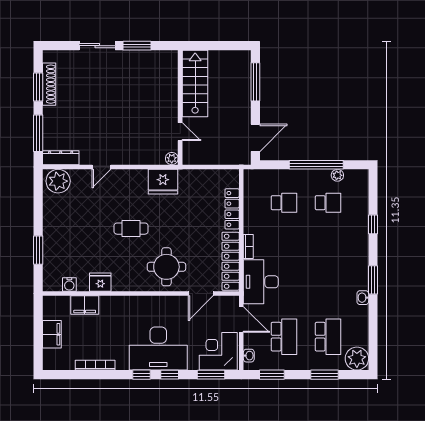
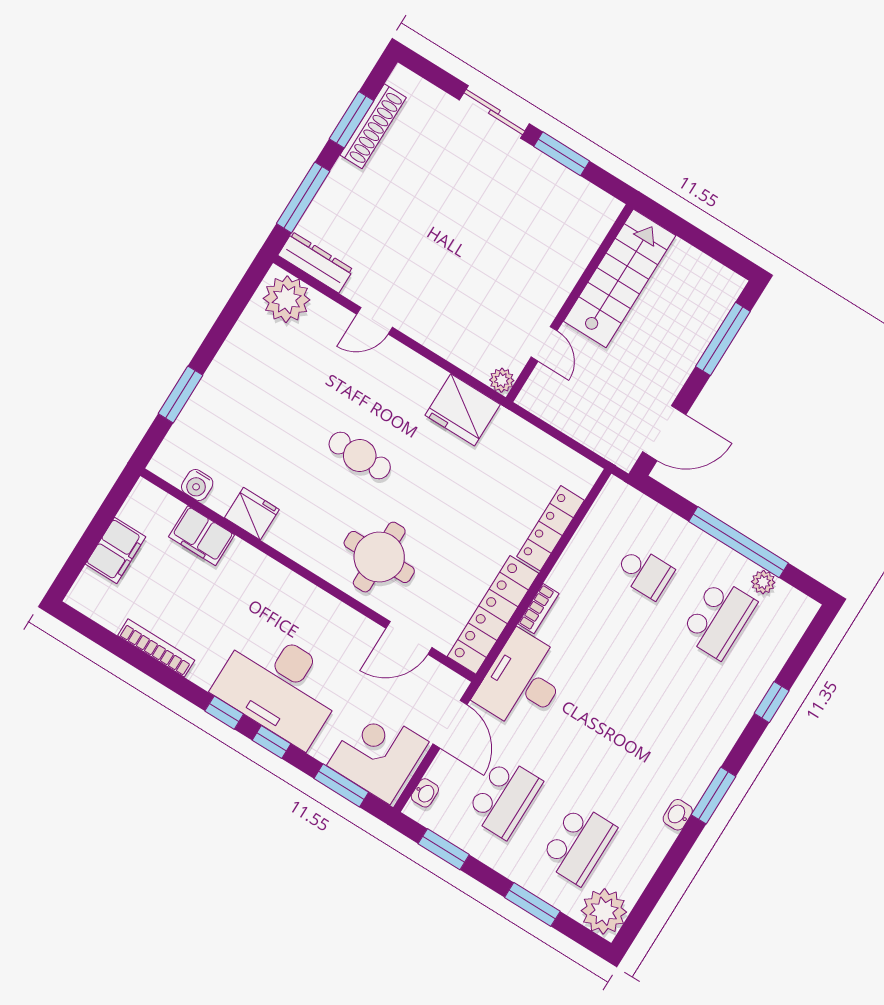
school desk: (328, 203) -> (719, 619), width x1.85

